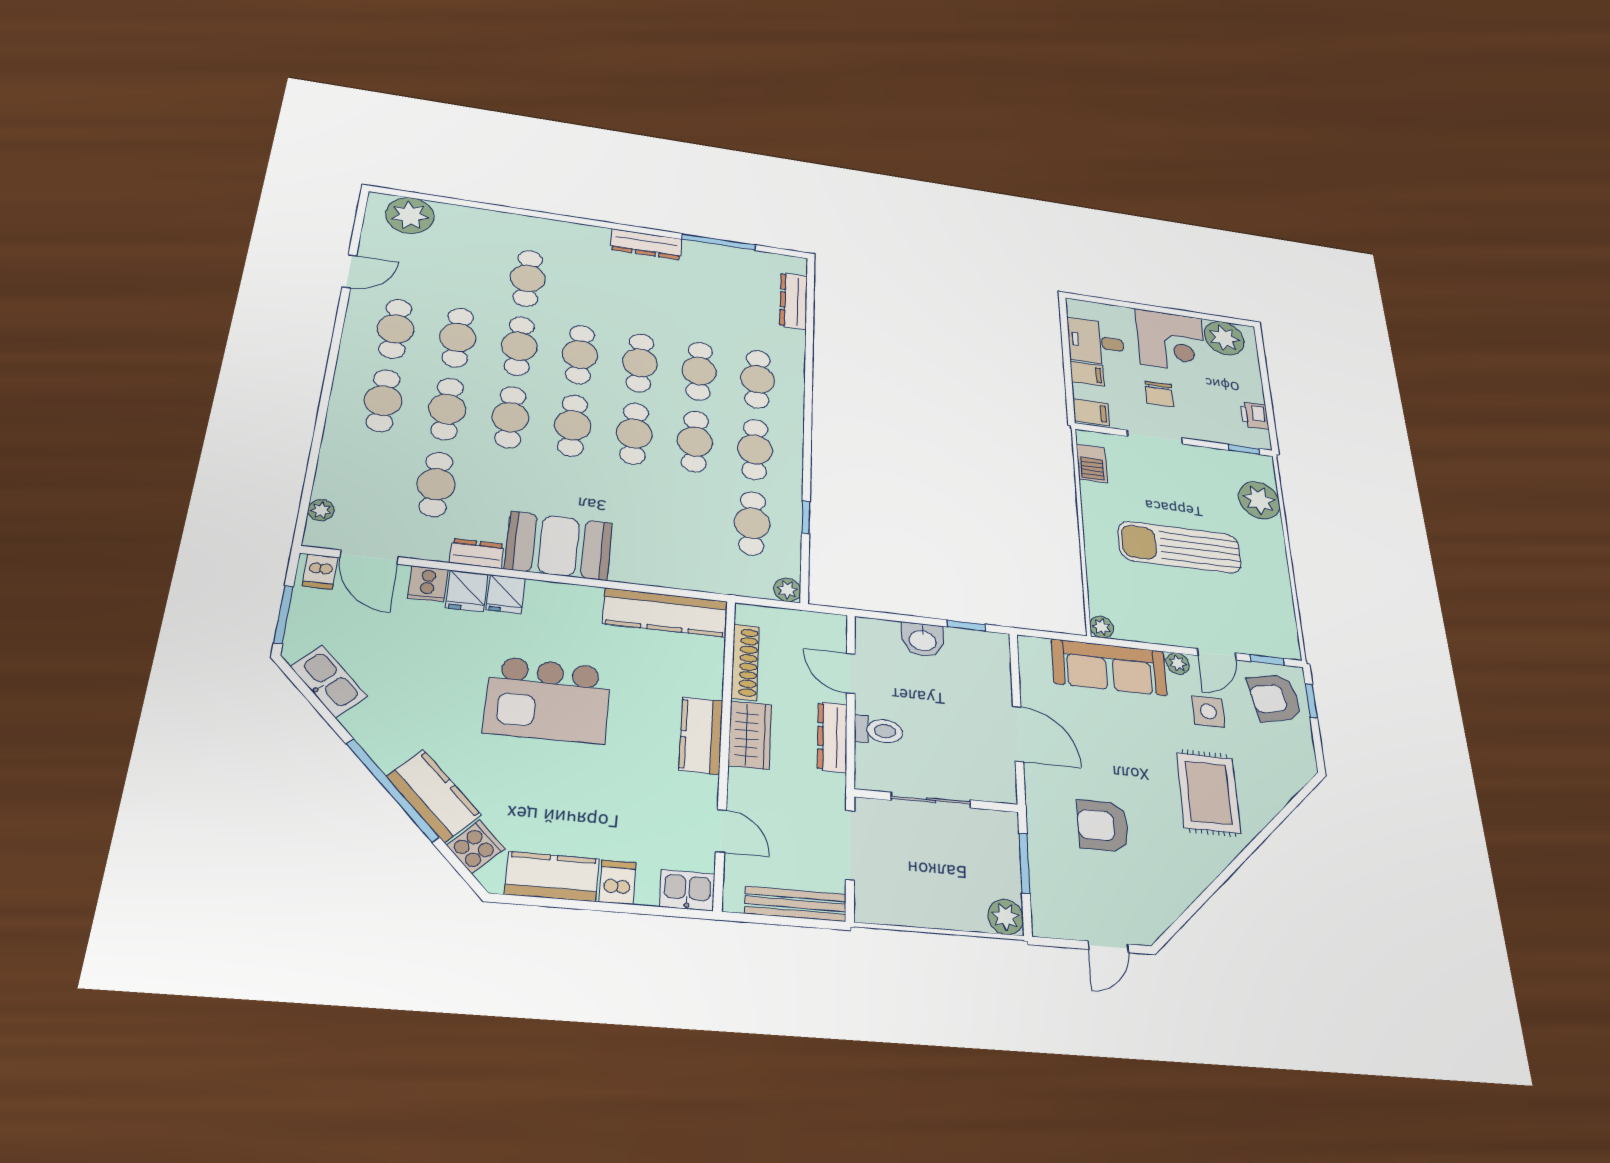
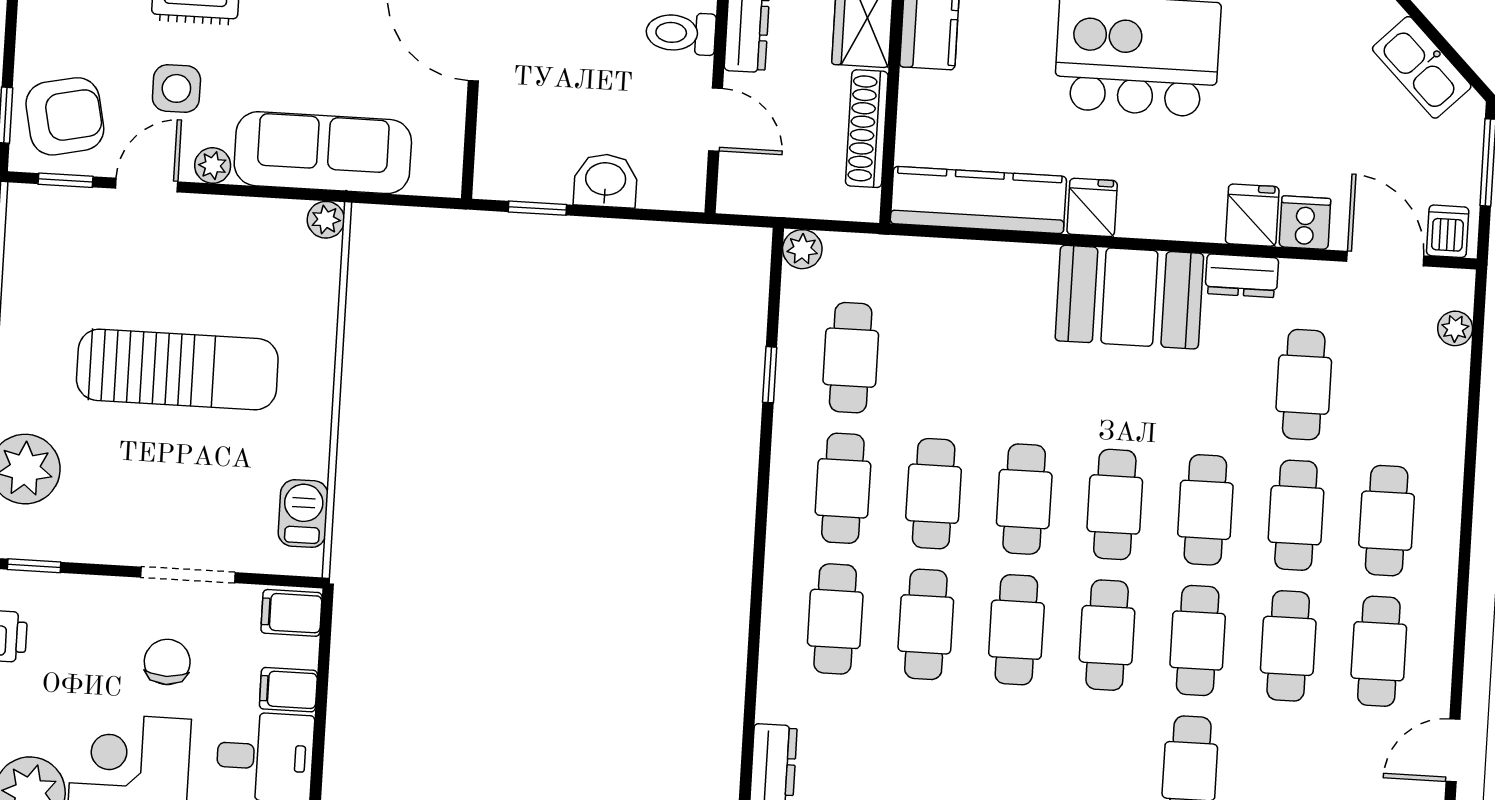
fridge: (506, 594) -> (1092, 207), moved

